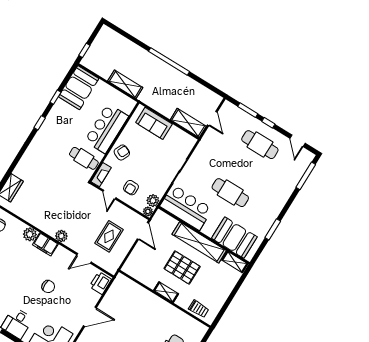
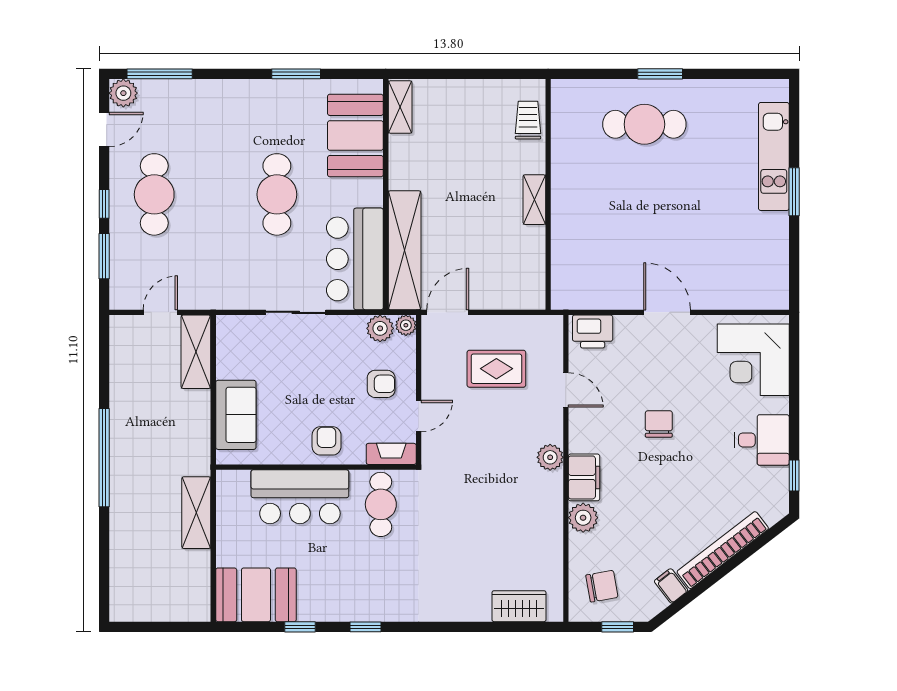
window: (84, 50) -> (180, 627), removed
armchair: (122, 152) -> (327, 441), turned 66
plant: (307, 157) -> (123, 93), added
shelving: (199, 242) -> (405, 250), moved
pallet: (182, 268) -> (471, 198), removed

